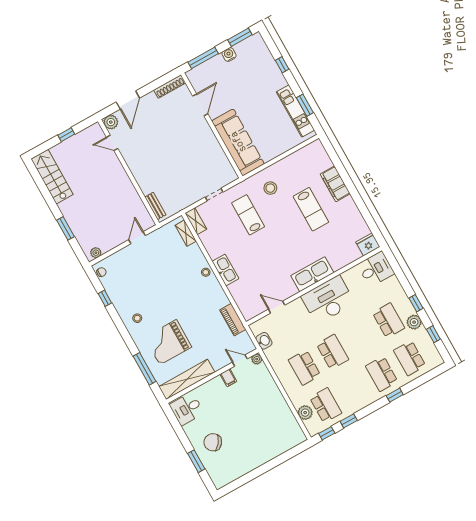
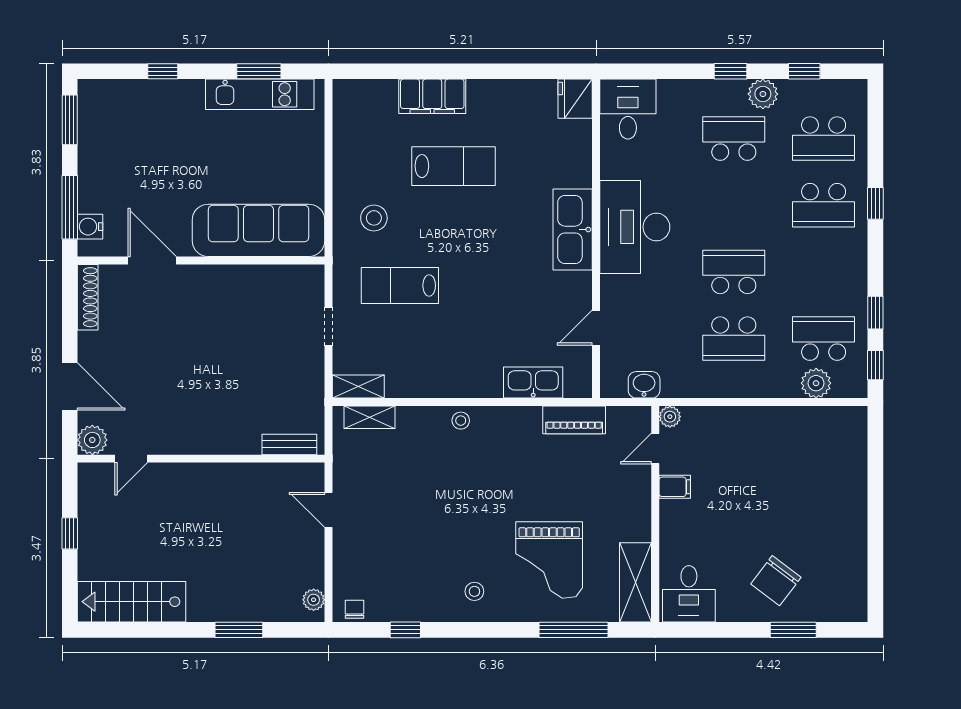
water cooler: (229, 54) -> (90, 227), moved
kitchen sink: (225, 270) -> (533, 383), moved
shelving: (187, 379) -> (636, 582), width x0.68

